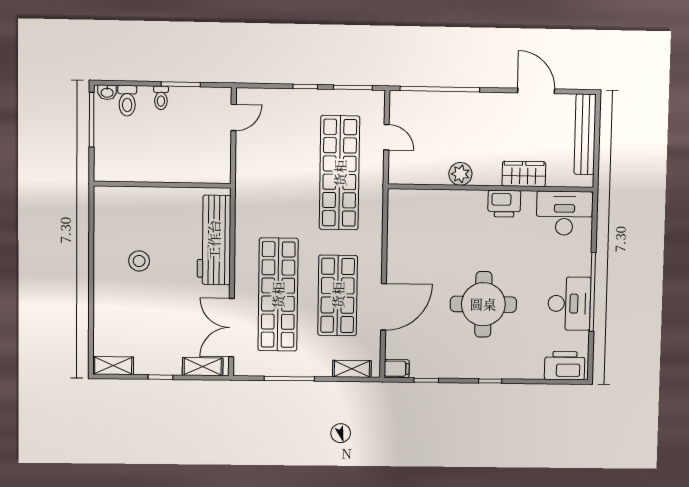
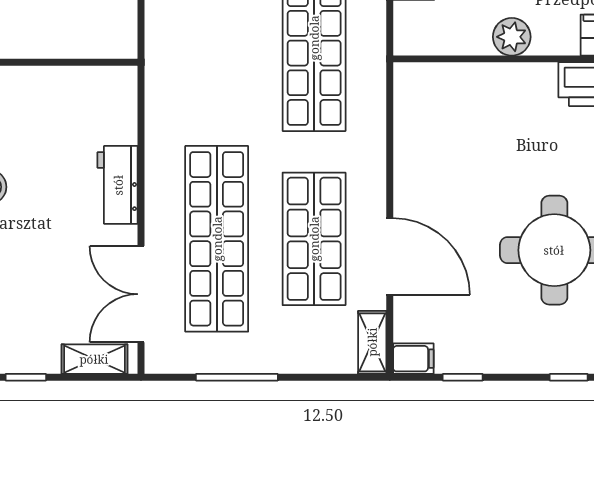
workbench: (214, 240) -> (118, 185), width x0.53, depth x0.76
door: (383, 307) -> (390, 257), hinge flipped
shelving: (352, 369) -> (372, 342), moved, turned 90

